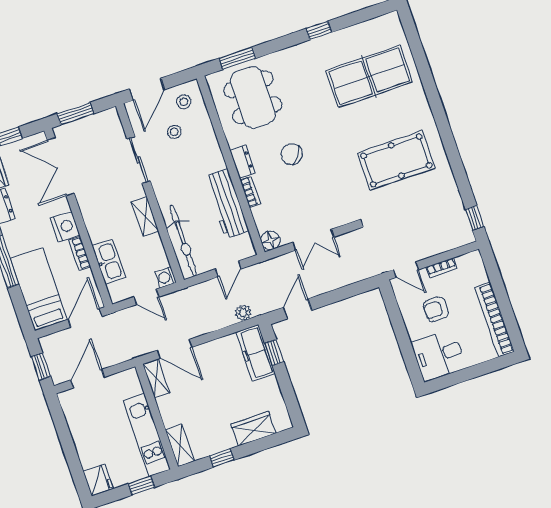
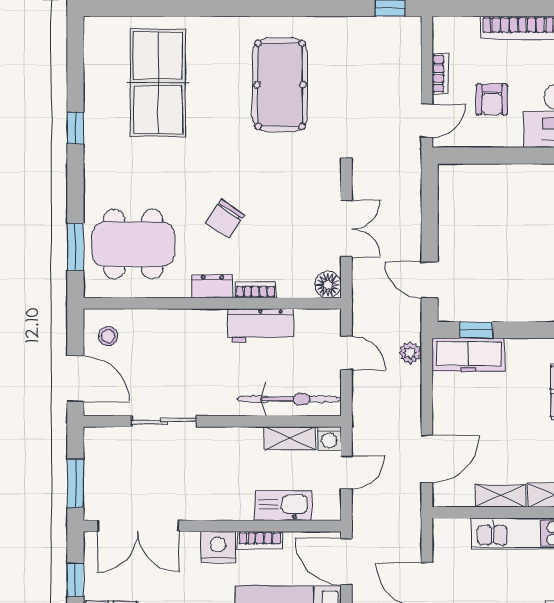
stool: (174, 132) -> (143, 362), removed
workbench: (227, 204) -> (260, 326), width x0.73
shelving: (145, 216) -> (290, 438), moved
shelving: (156, 378) -> (501, 496), moved

